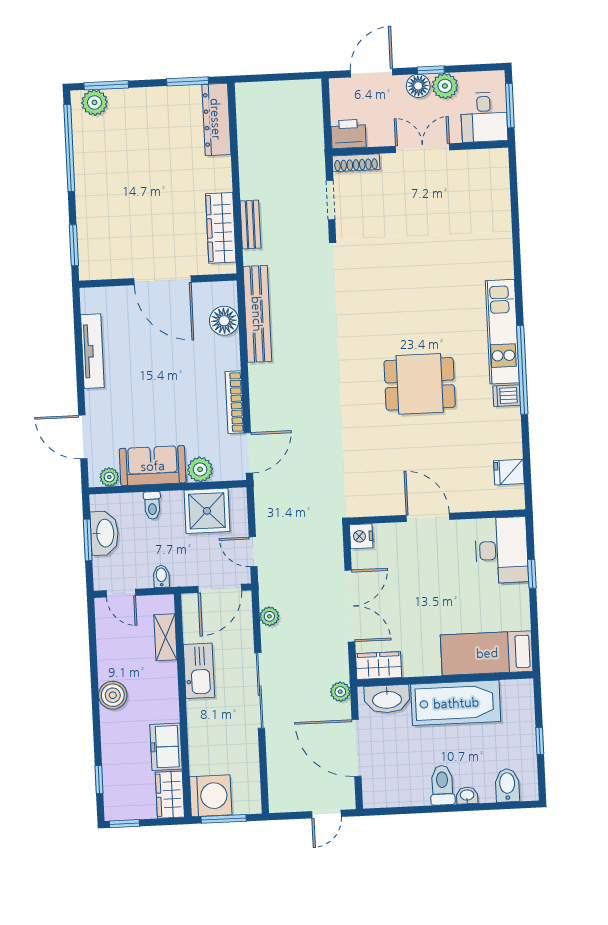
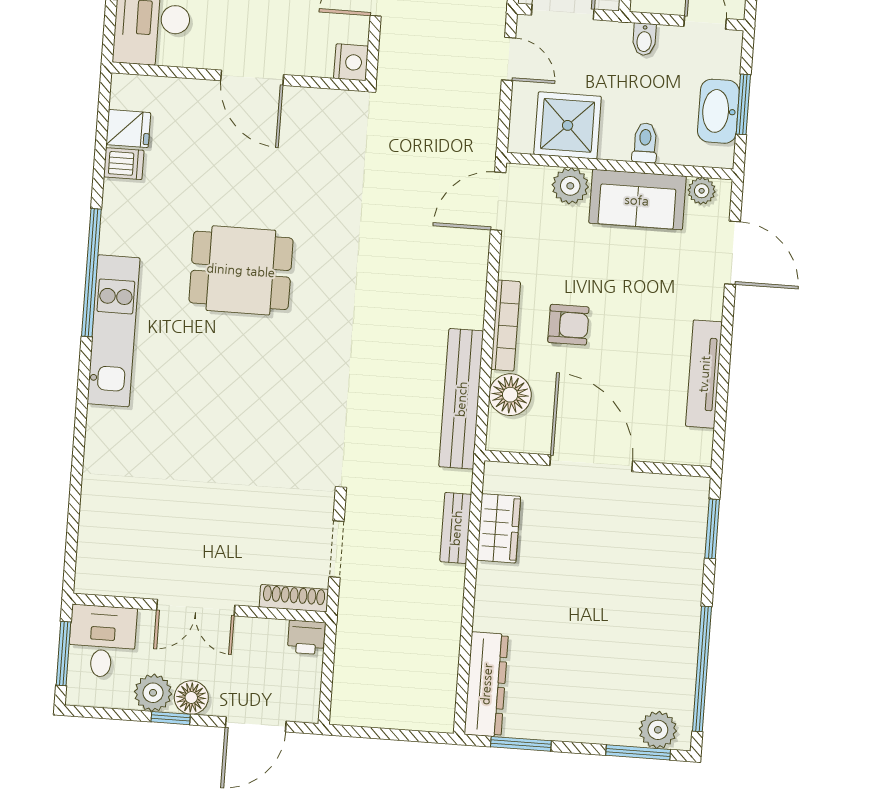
printer: (348, 134) -> (306, 637), width x0.73, depth x0.81
wardrobe: (221, 228) -> (499, 528), width x0.67
armchair: (190, 374) -> (568, 325), added
dishwasher: (507, 396) -> (124, 164), moved
bookcase: (235, 402) -> (506, 326), moved

